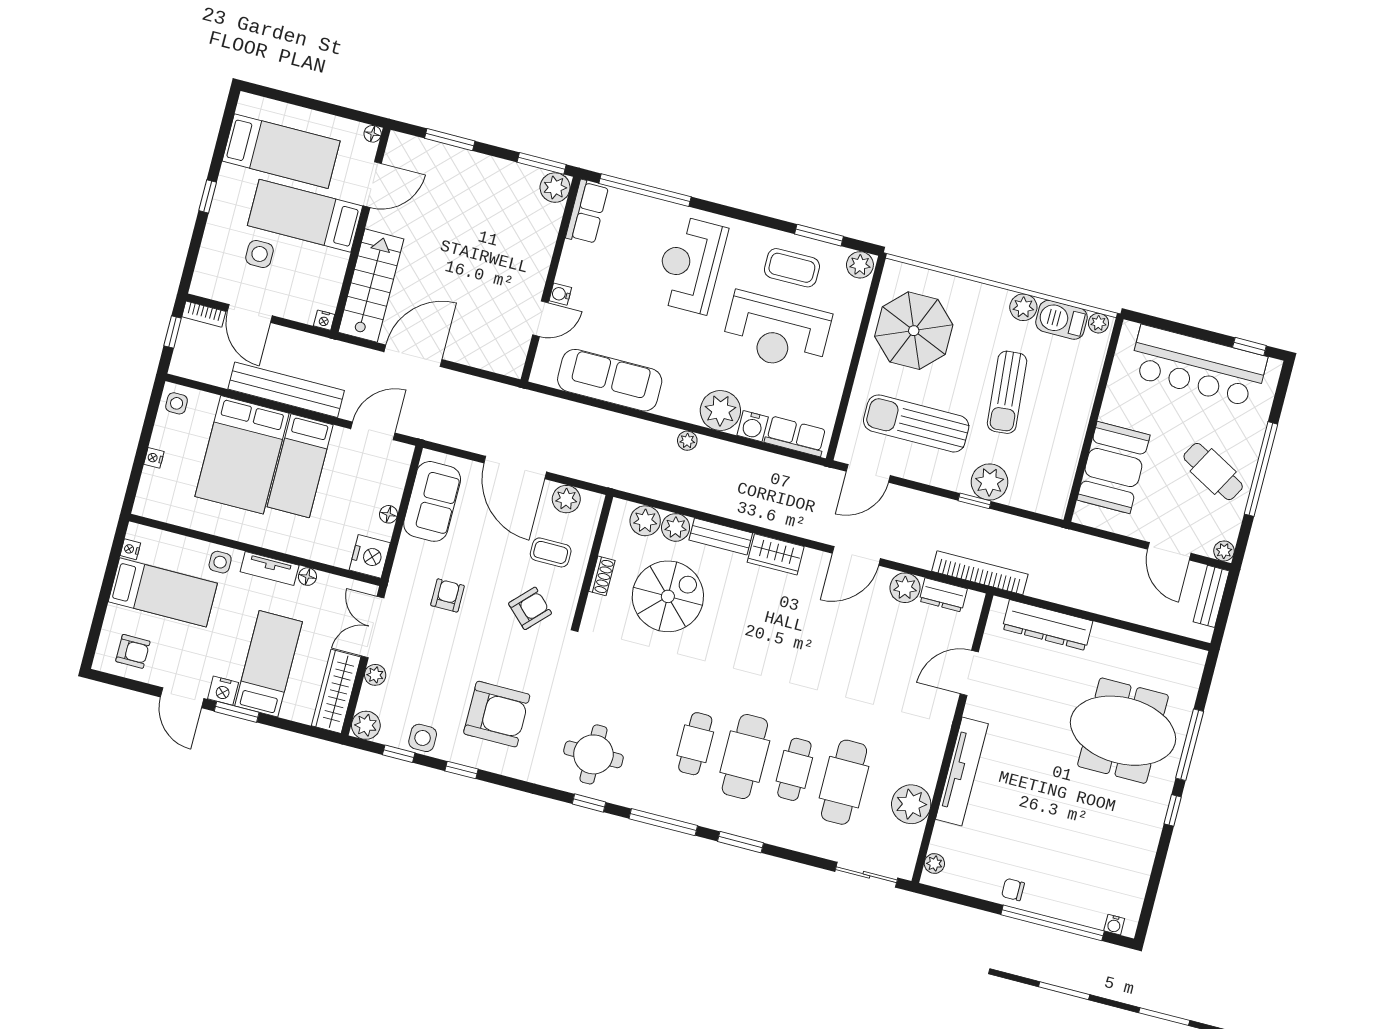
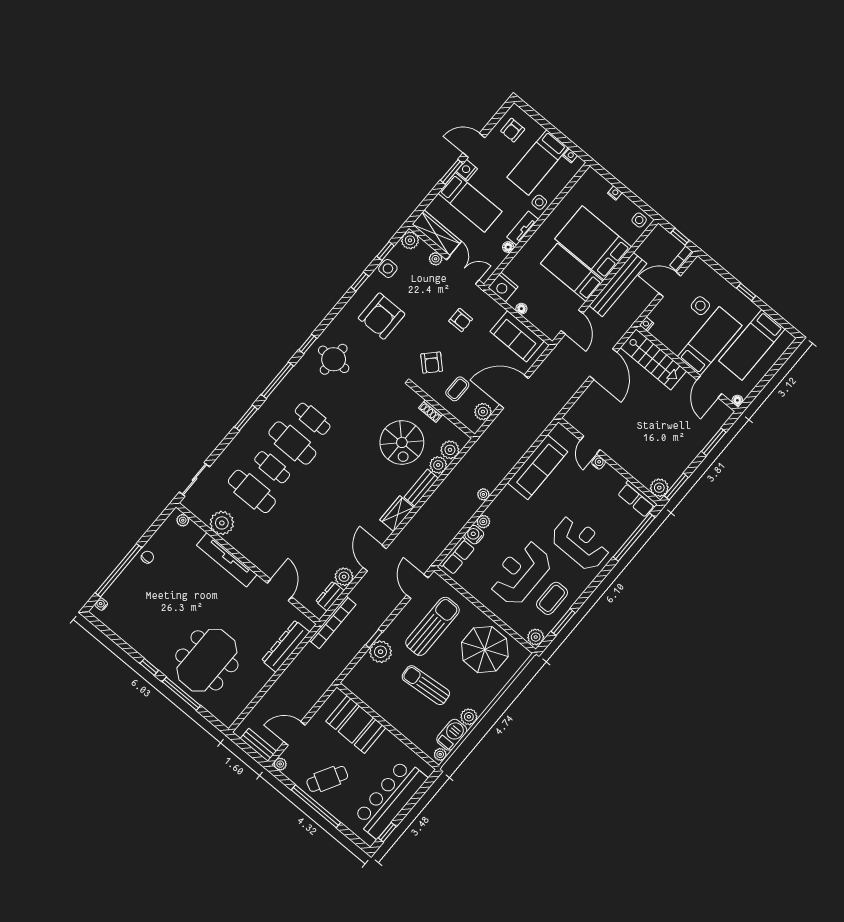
plant: (720, 411) -> (483, 522), width x0.53, depth x0.53

